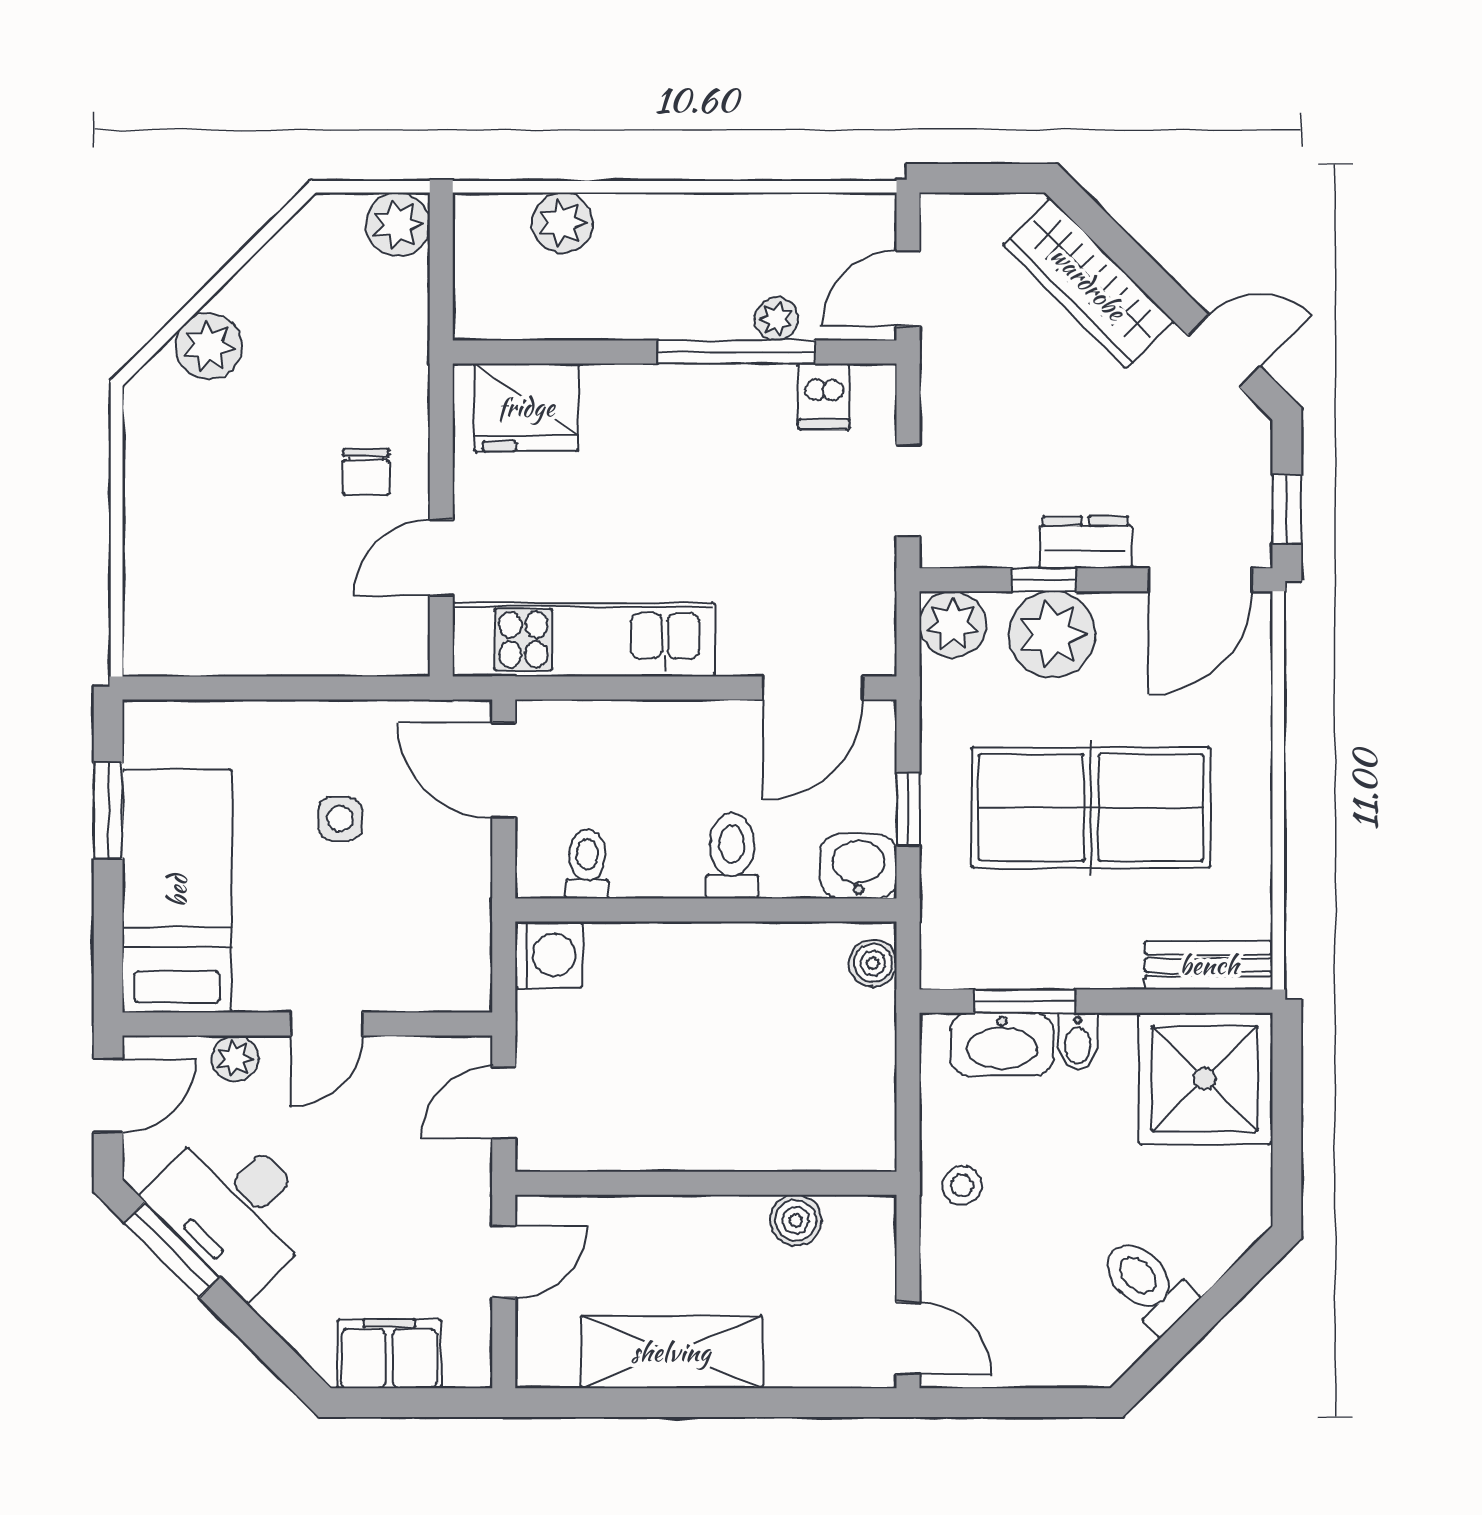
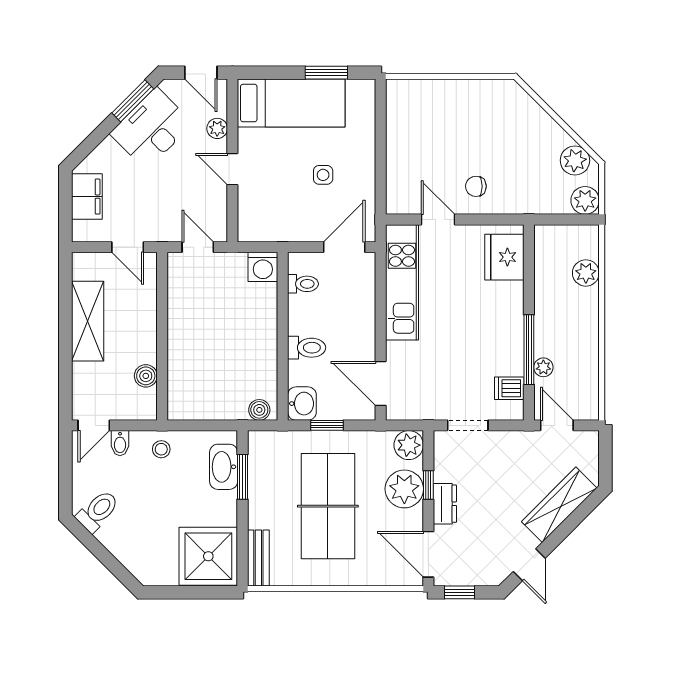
plant: (209, 346) -> (575, 160), moved
bidet: (1078, 1041) -> (120, 443), moved, turned -90
toilet: (1147, 1284) -> (98, 511), moved

